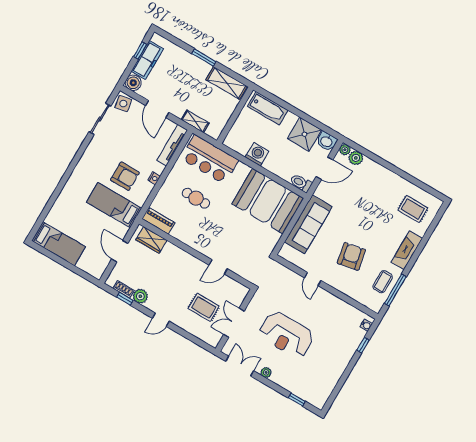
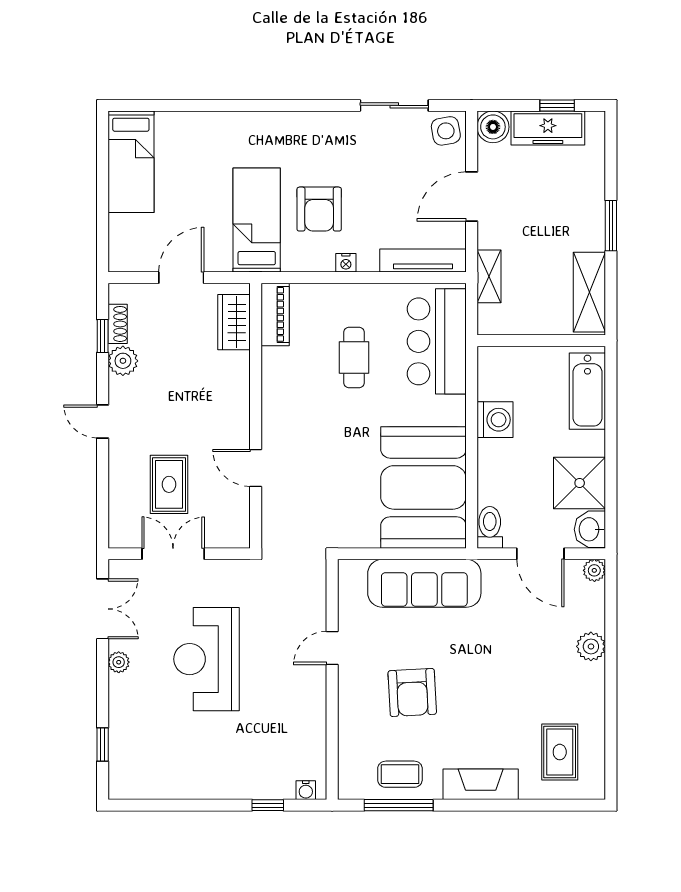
plant: (356, 158) -> (591, 646), moved
armchair: (351, 256) -> (412, 692), turned 98

